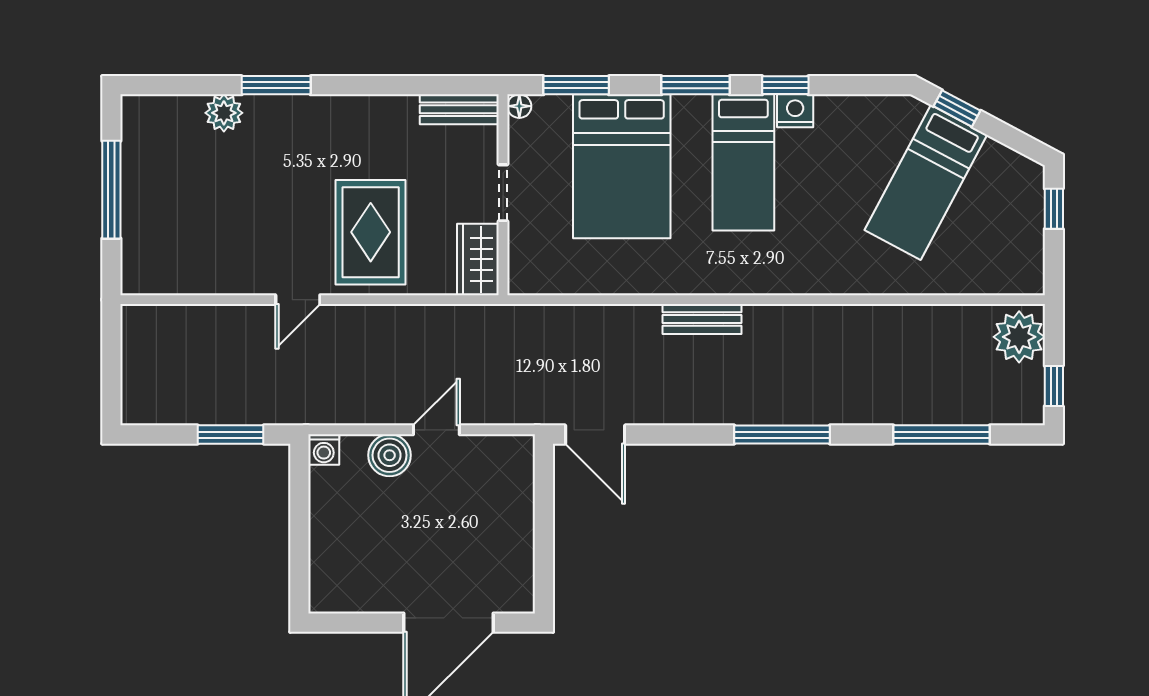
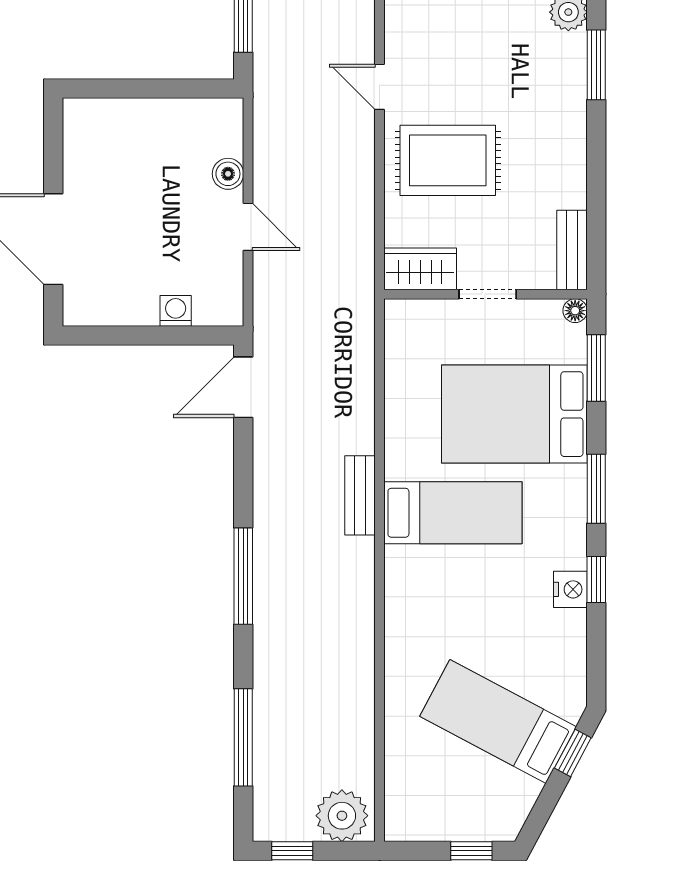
bed: (743, 162) -> (453, 513), moved, turned 180
washing machine: (324, 450) -> (176, 311), moved, turned 90
boiler: (390, 455) -> (228, 174), width x0.73, depth x0.73

